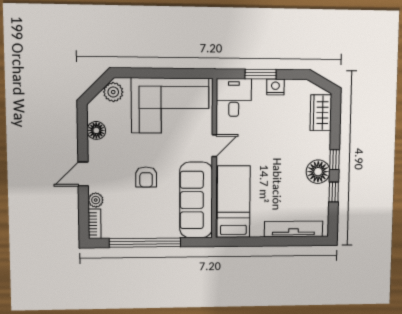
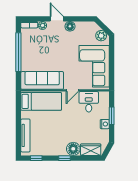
desk: (234, 98) -> (89, 102), moved, turned -90
floor lamp: (96, 130) -> (70, 26), moved
door: (214, 146) -> (72, 90), hinge flipped
floor lamp: (318, 172) -> (73, 149), moved
armchair: (146, 177) -> (55, 53), removed
window: (334, 192) -> (36, 158), moved

